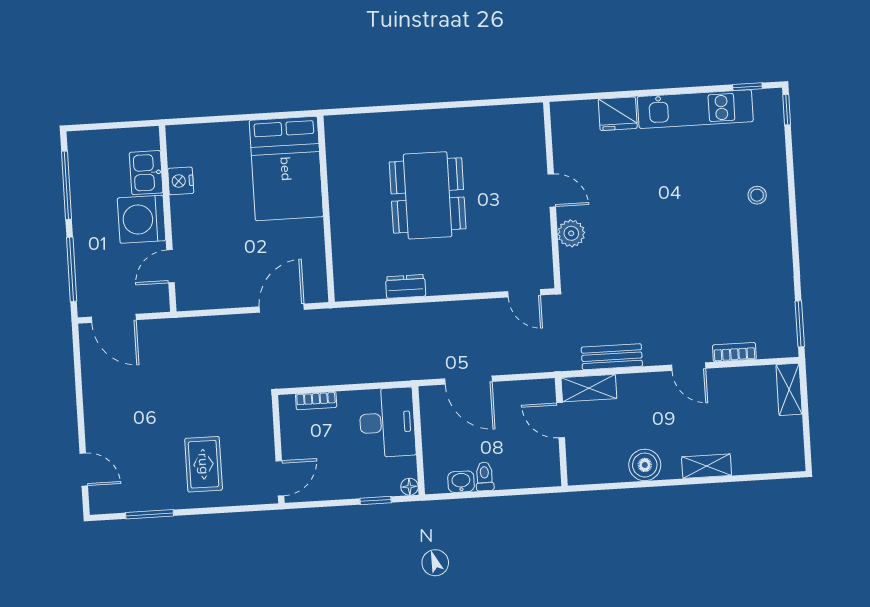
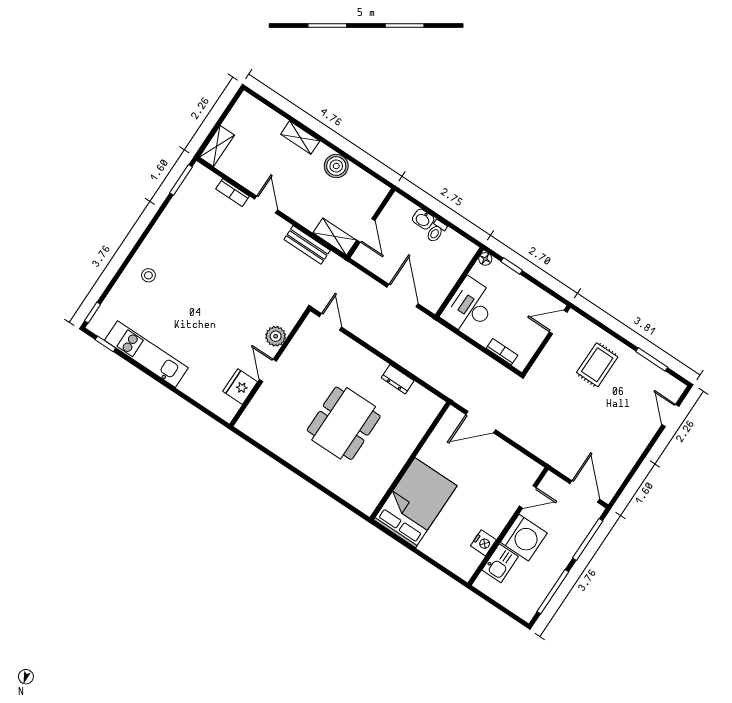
fridge: (618, 114) -> (240, 387), moved, turned -90
washbasin: (461, 482) -> (423, 219), moved

